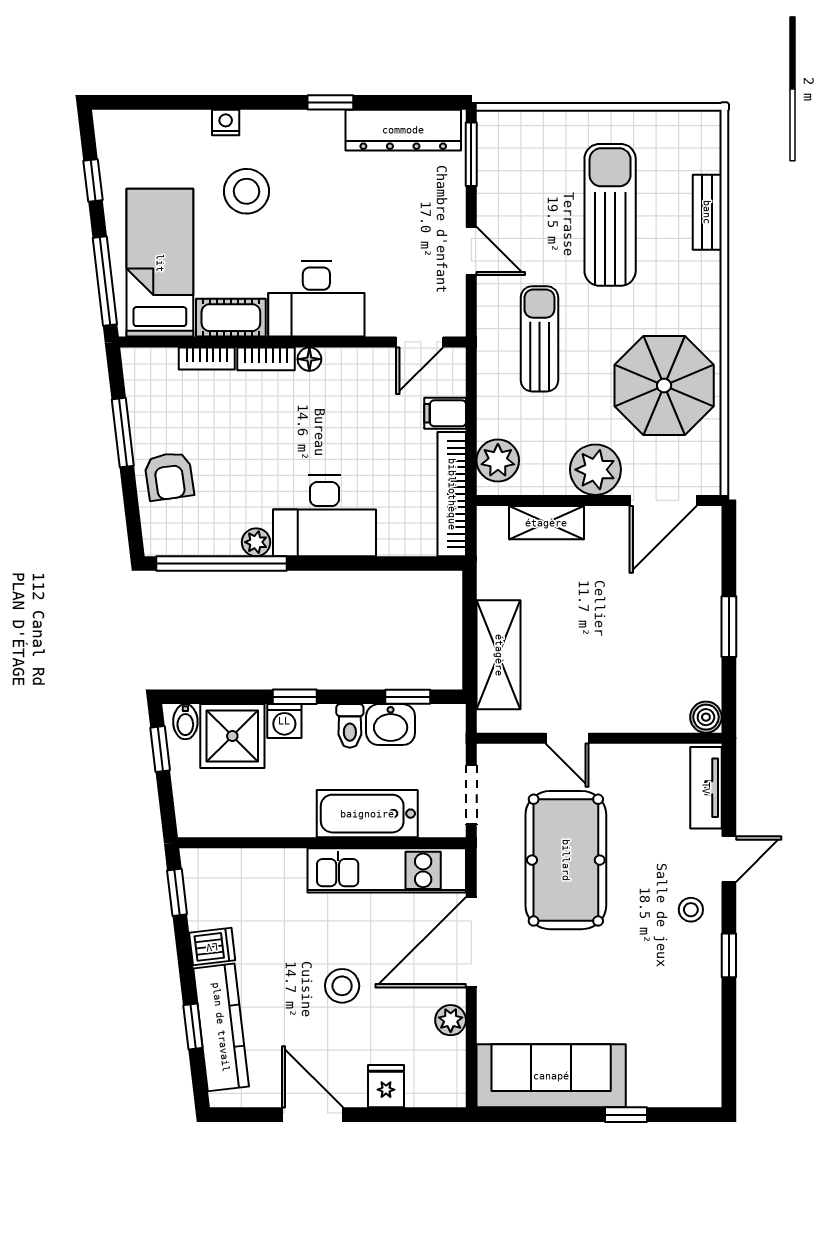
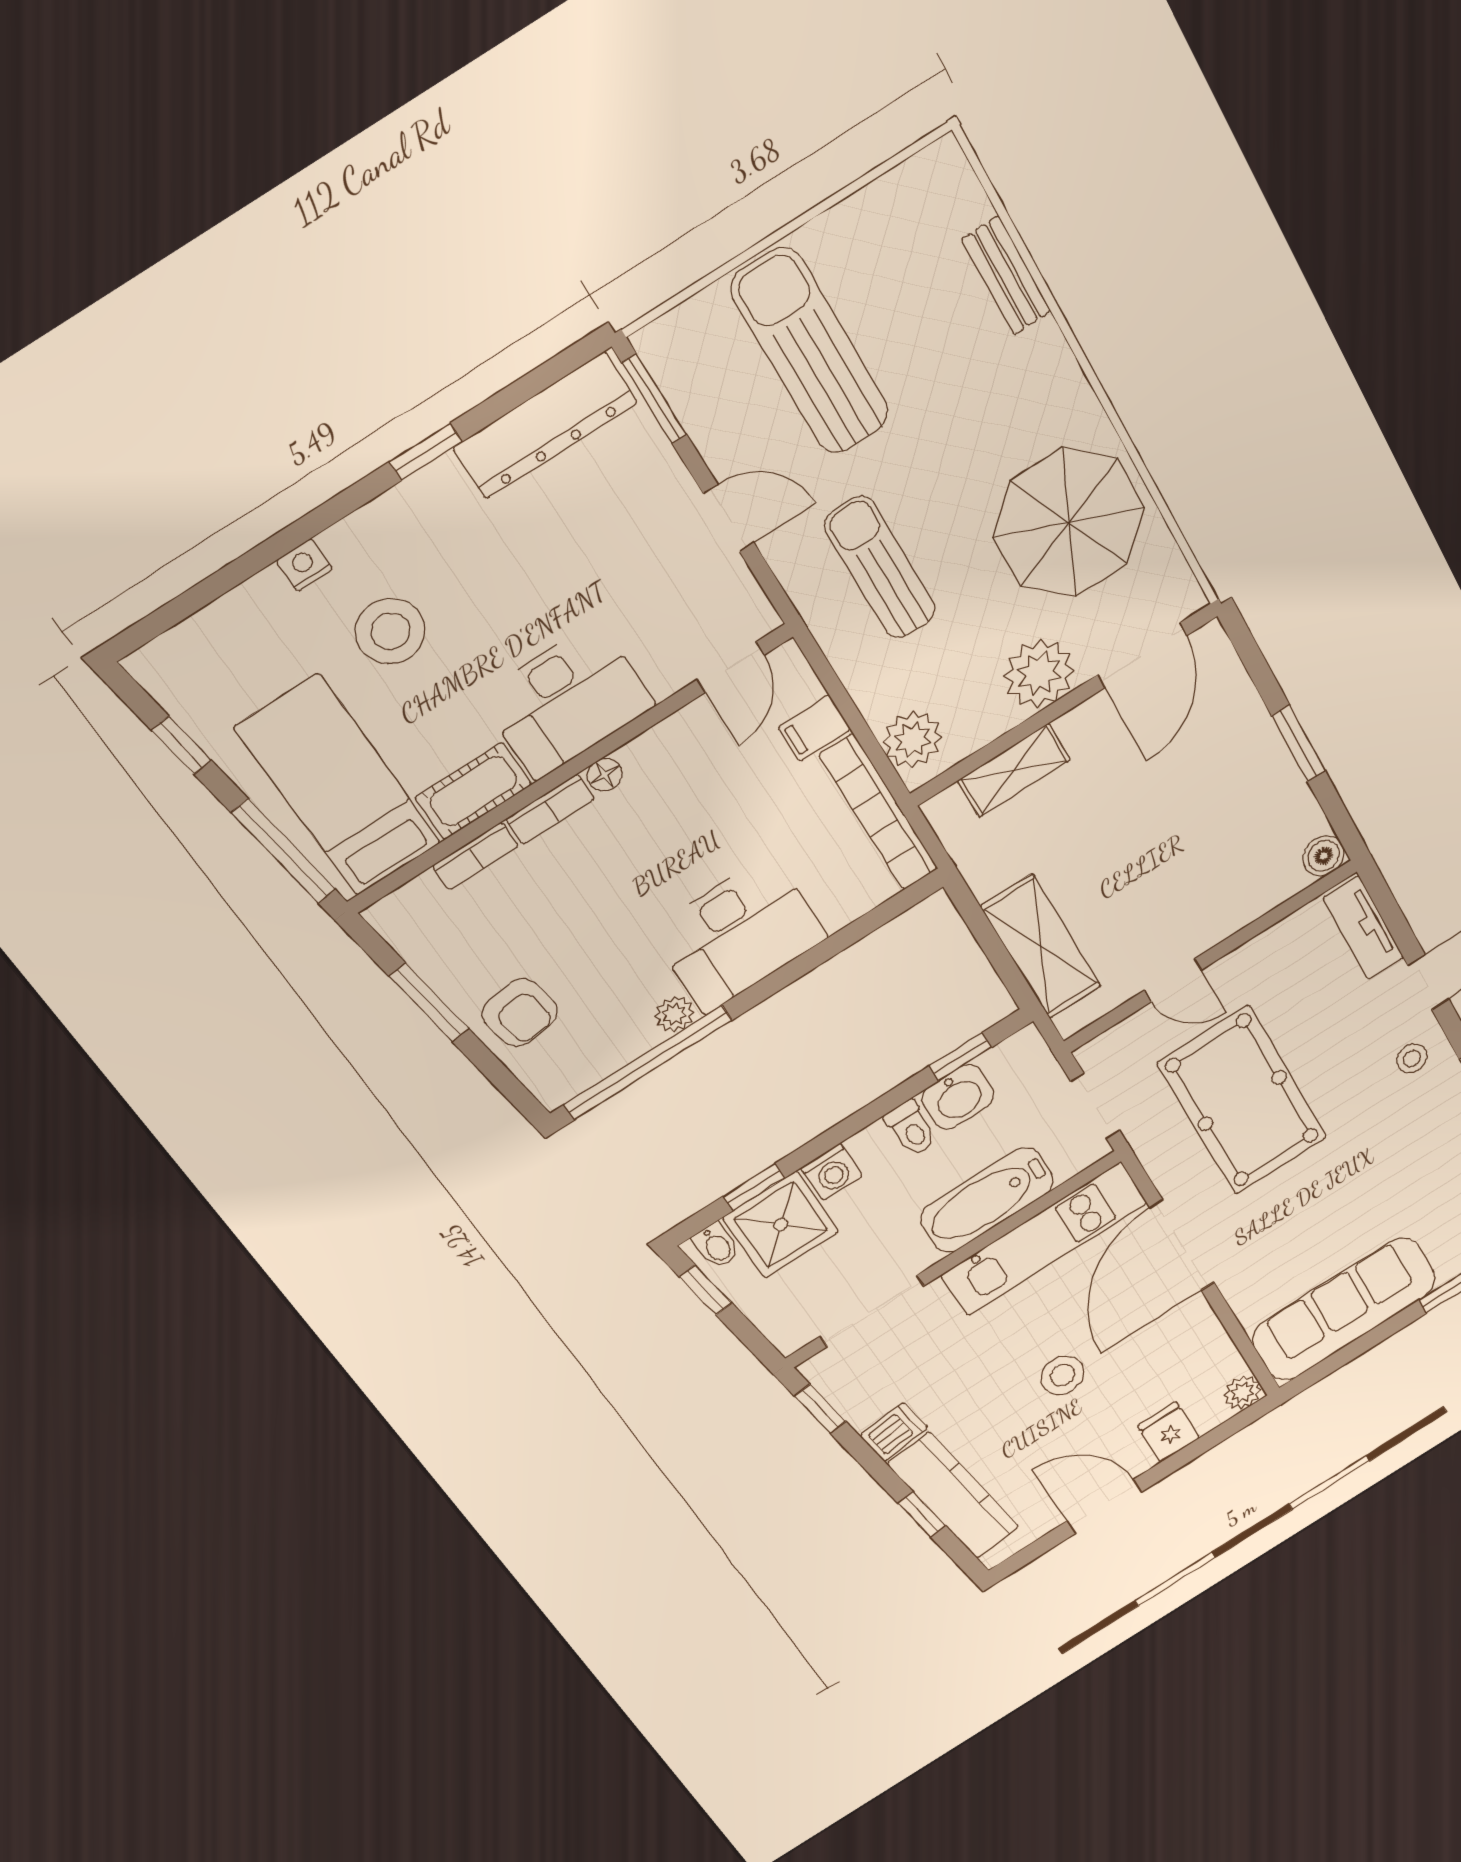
sun lounger: (610, 215) -> (810, 351), moved
window: (295, 697) -> (754, 1187), moved
doorway: (251, 843) -> (872, 1311), added
plant: (451, 1020) -> (1242, 1393), moved

